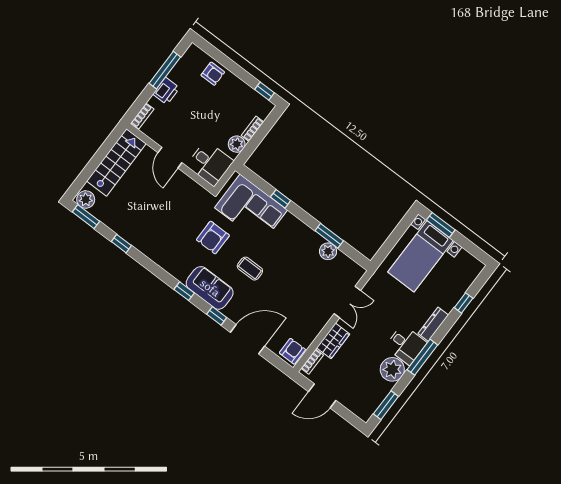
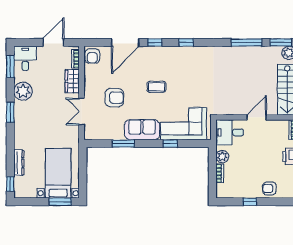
window: (265, 91) -> (250, 202), moved
door: (170, 158) -> (257, 117), hinge flipped
armchair: (213, 238) -> (114, 98), moved, turned 90
window: (121, 244) -> (247, 42), width x2.17
plant: (328, 251) -> (117, 133), removed
sofa: (210, 288) -> (142, 130), moved, turned 180
window: (464, 303) -> (10, 184), moved
dresser: (433, 324) -> (19, 163), moved
desk: (406, 345) -> (25, 58), moved, turned 90
window: (422, 357) -> (10, 113), width x0.69

